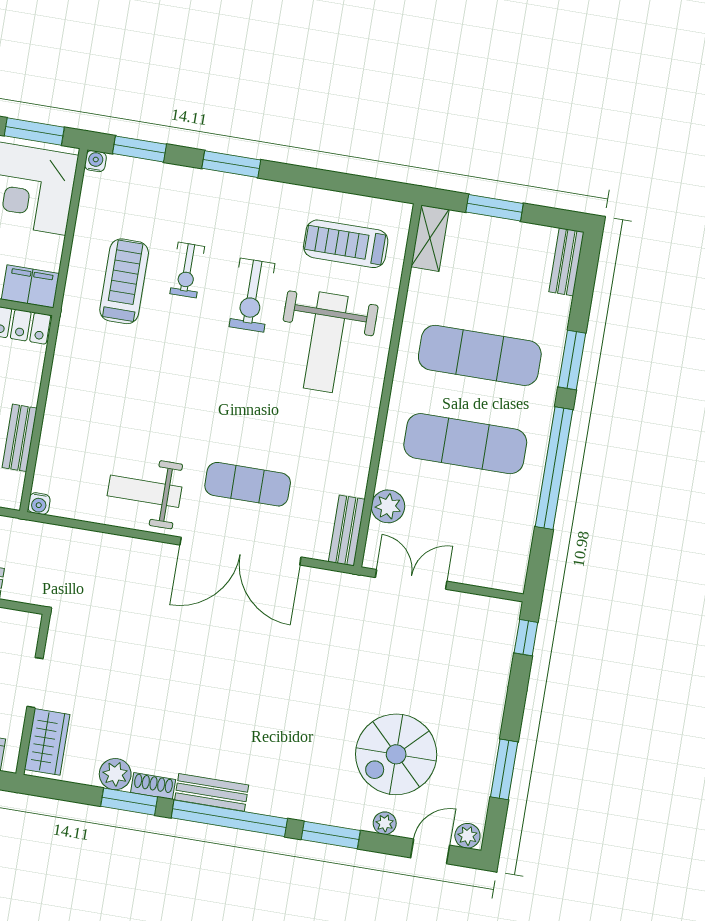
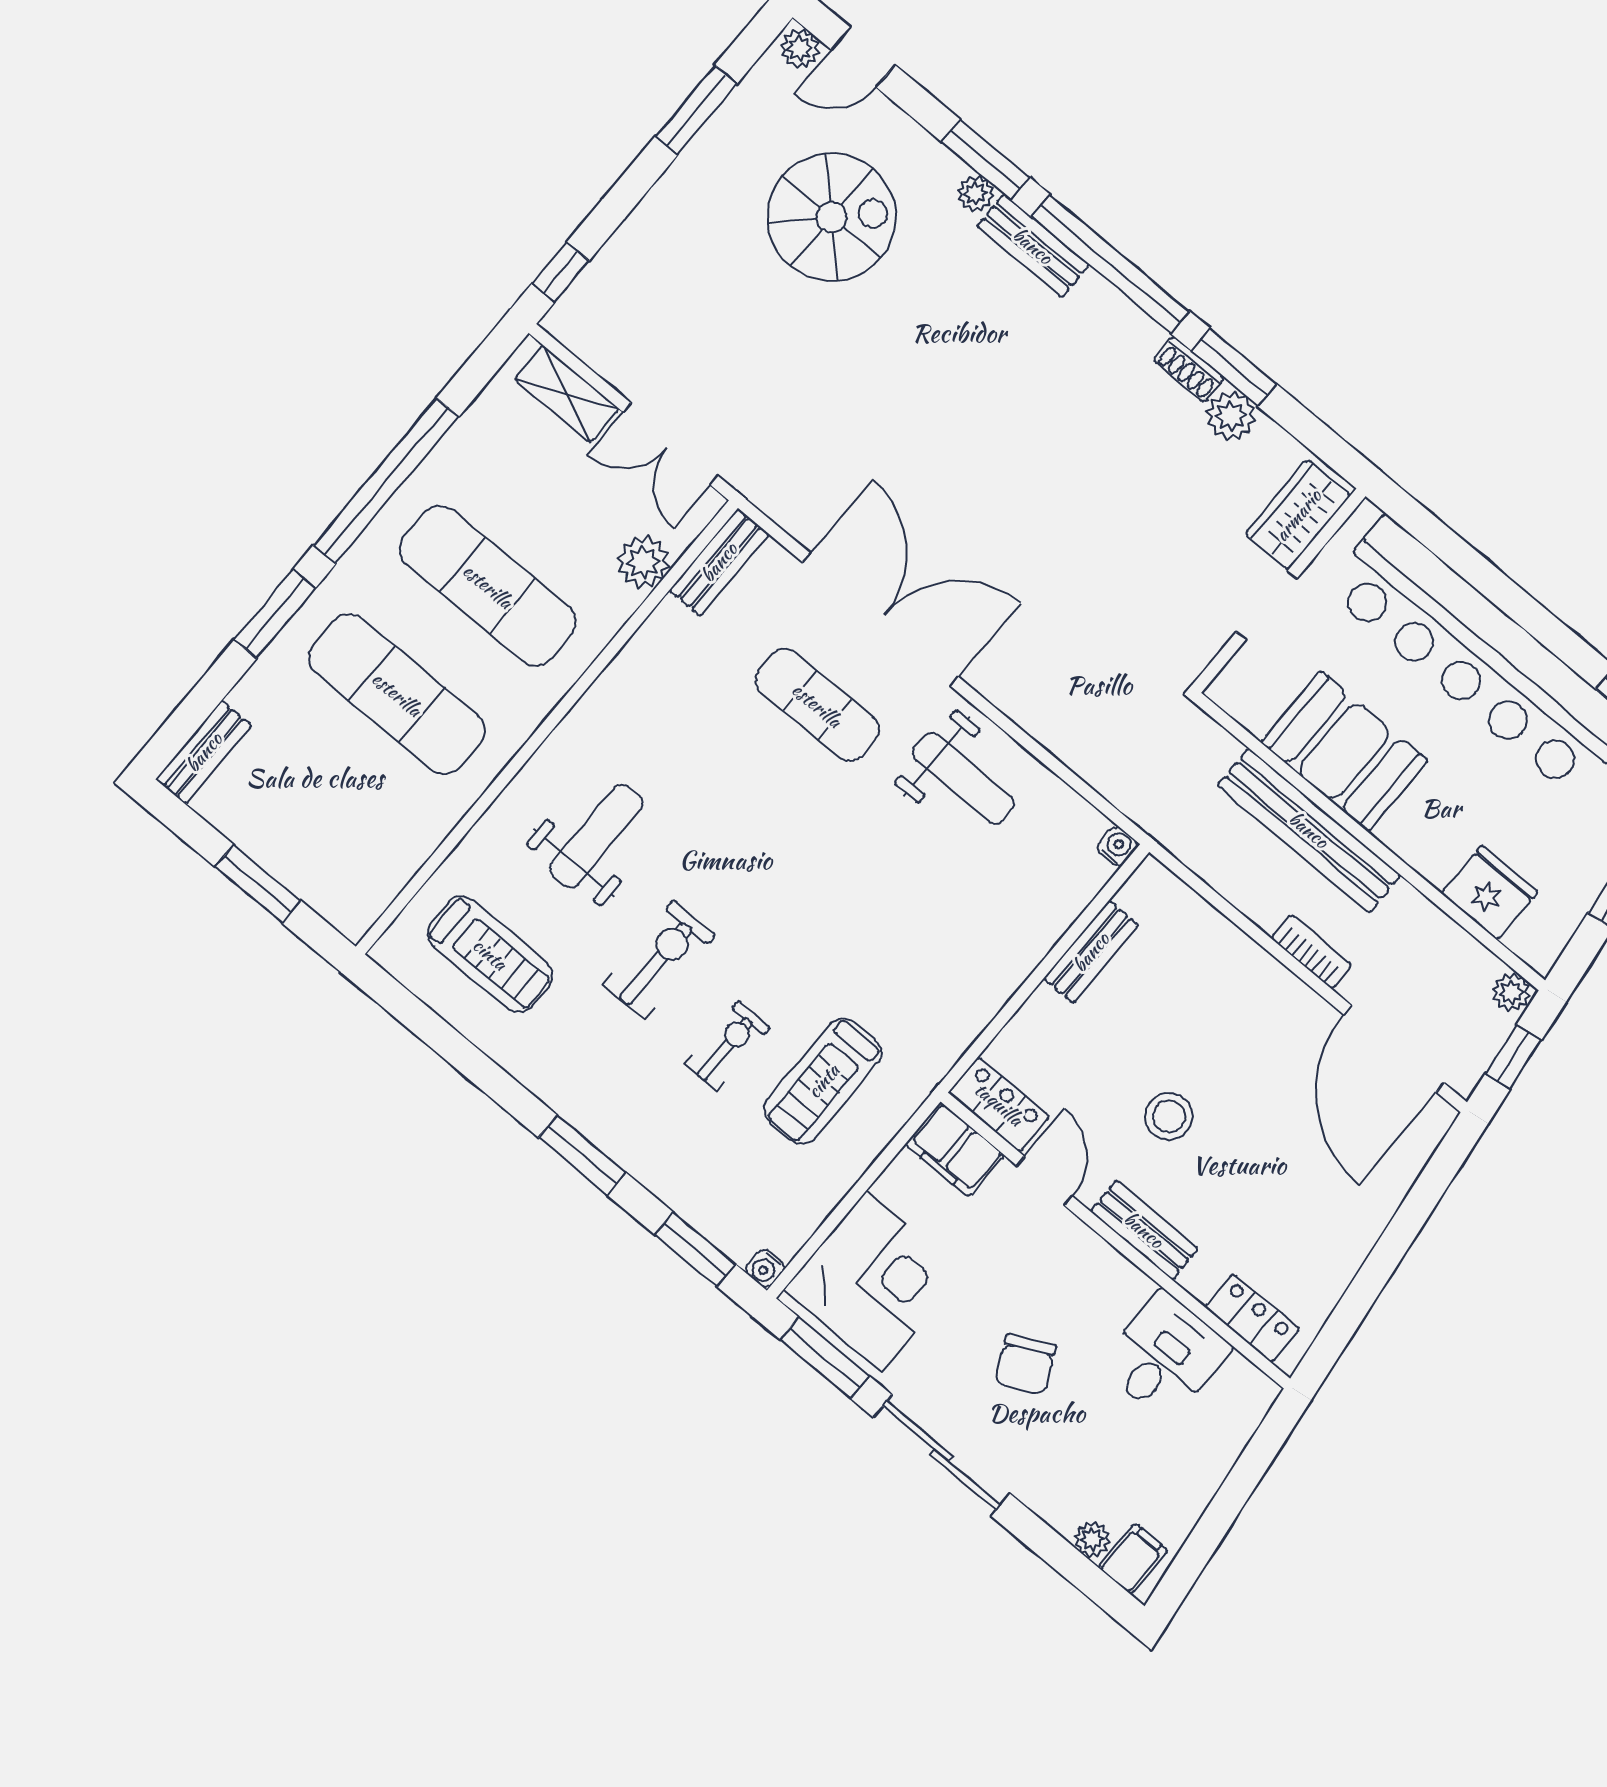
shelving: (430, 238) -> (567, 394), moved, turned 90
weight bench: (326, 342) -> (596, 836), width x0.73, depth x0.75
bench: (212, 792) -> (1033, 246), moved
plant: (385, 823) -> (975, 193), moved

